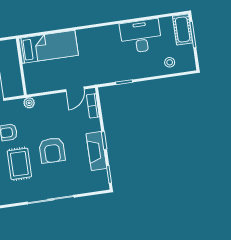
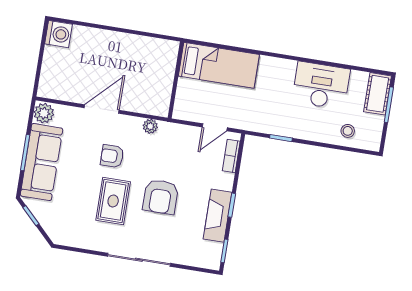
bed: (49, 47) -> (219, 65), moved
wall: (21, 67) -> (176, 80), moved

